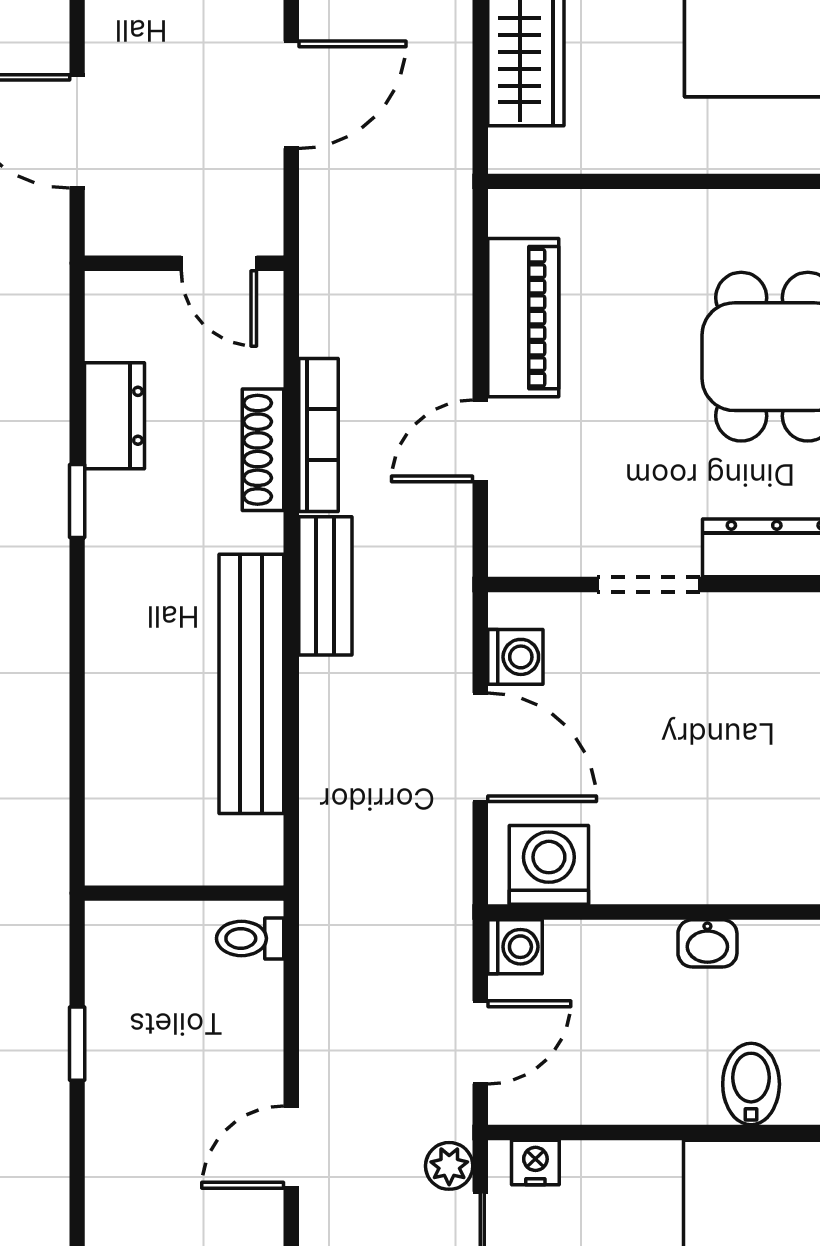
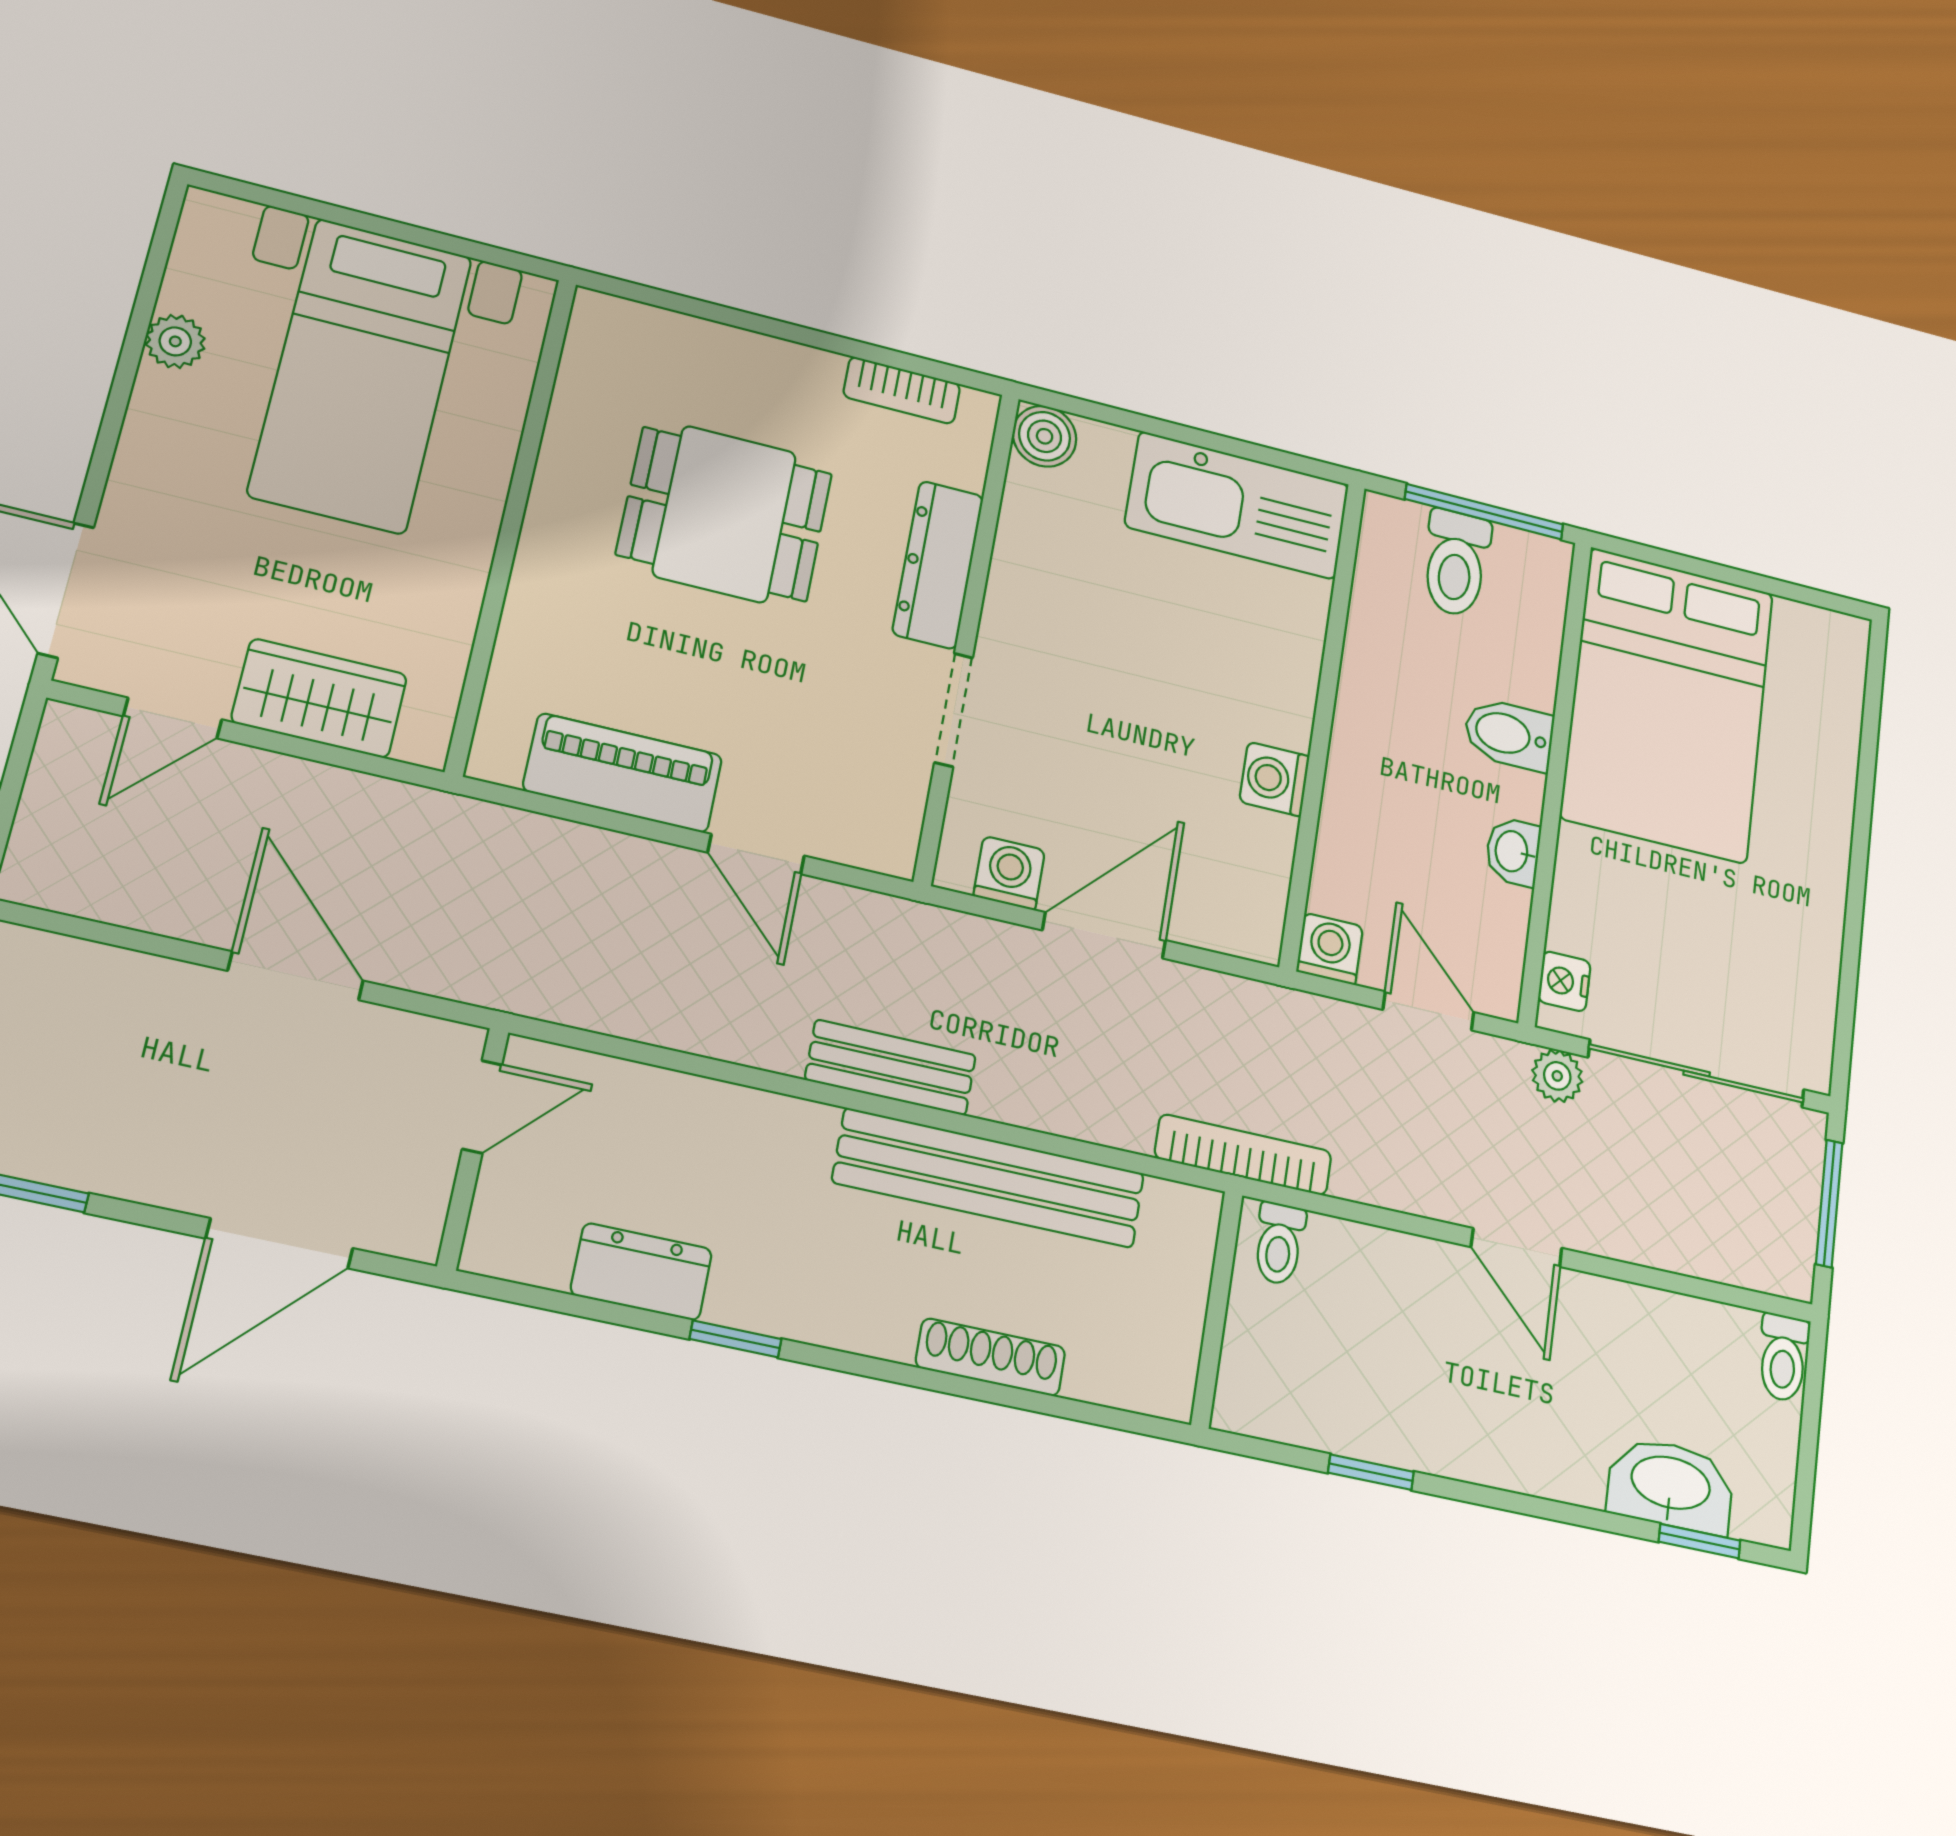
bookcase: (318, 435) -> (1243, 1155), moved
shoe rack: (263, 450) -> (991, 1357), moved, turned 180
washing machine: (549, 865) -> (1274, 779), moved, width x0.73, depth x0.73
washbasin: (707, 943) -> (1513, 852), moved, turned 180

